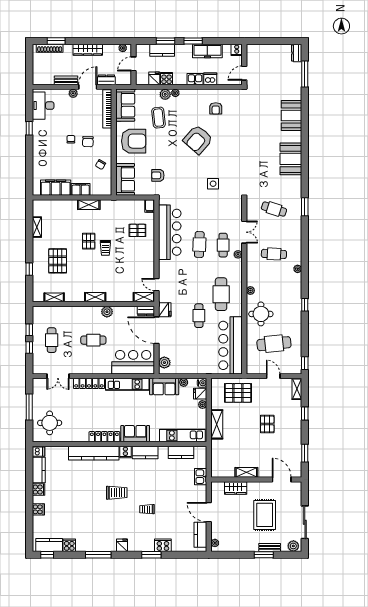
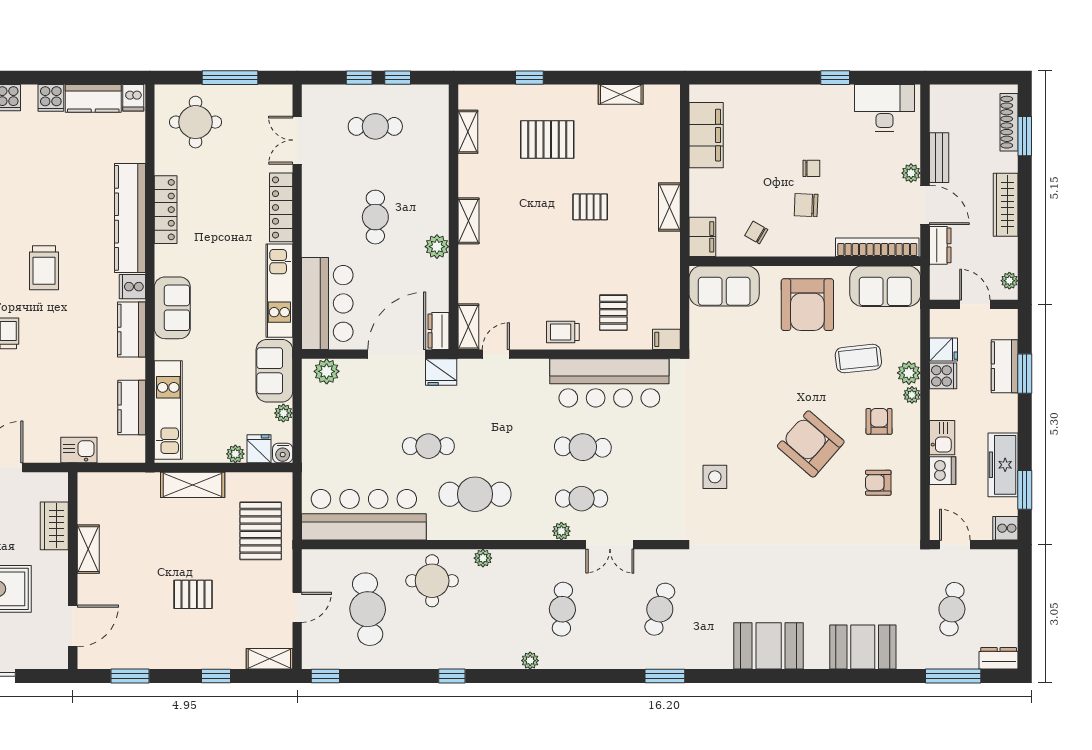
window: (193, 41) -> (1025, 490), moved
cafe table: (274, 74) -> (952, 609), added
armchair: (158, 175) -> (879, 421), moved
filing cabinet: (81, 189) -> (702, 237), moved
trolley: (105, 248) -> (563, 332), moved
locker: (104, 437) -> (166, 210), moved

